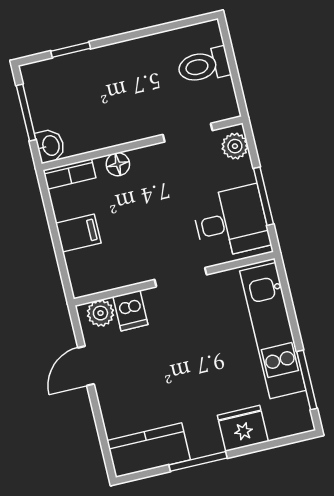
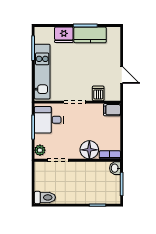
toilet: (204, 66) -> (45, 197), moved
floor lamp: (118, 164) -> (89, 150), width x1.89, depth x1.89
filing cabinet: (78, 233) -> (112, 110), moved
plant: (100, 313) -> (111, 95), removed
door: (86, 366) -> (122, 75), hinge flipped
kitchen counter: (149, 450) -> (90, 35), moved

